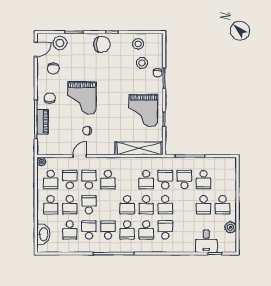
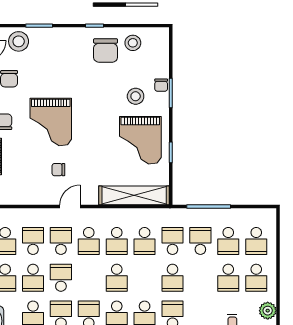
chair: (102, 44) -> (106, 51), moved, turned 90
stool: (142, 63) -> (136, 96), moved
door: (80, 156) -> (70, 207), moved
school desk: (223, 180) -> (256, 241), added
school desk: (146, 205) -> (117, 241), moved

